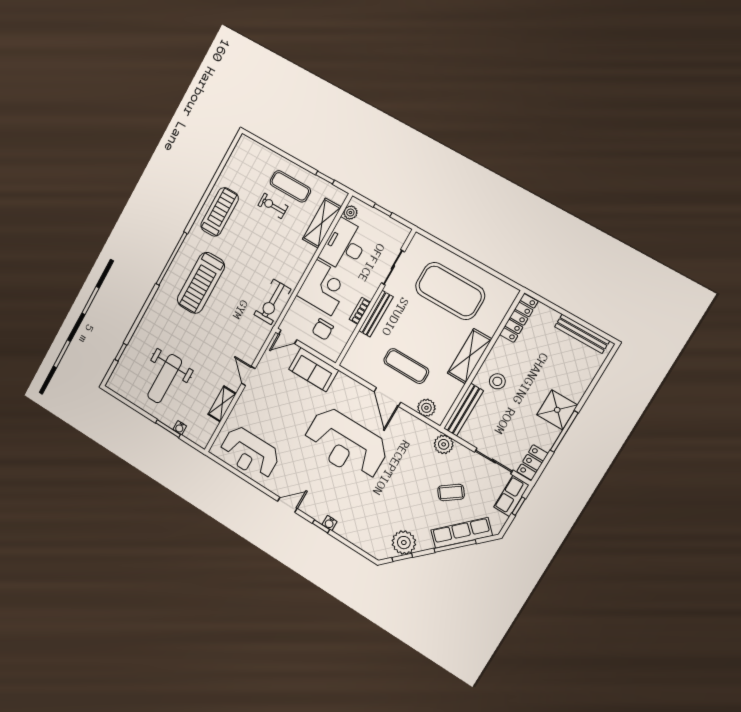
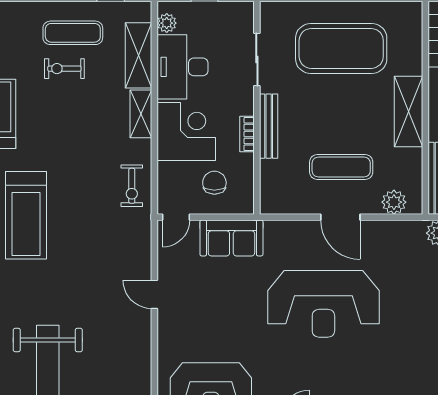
exercise bike: (272, 302) -> (132, 186), width x0.73, depth x0.72
chair: (323, 329) -> (214, 183), turned 180
shelving: (222, 404) -> (141, 114), moved

